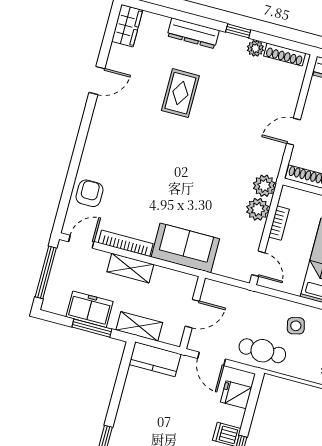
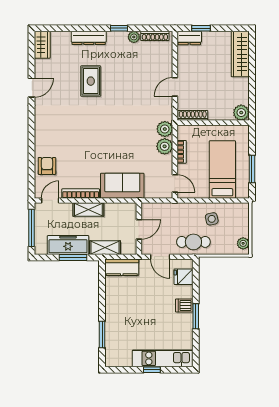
freezer: (90, 309) -> (68, 245), width x1.40

